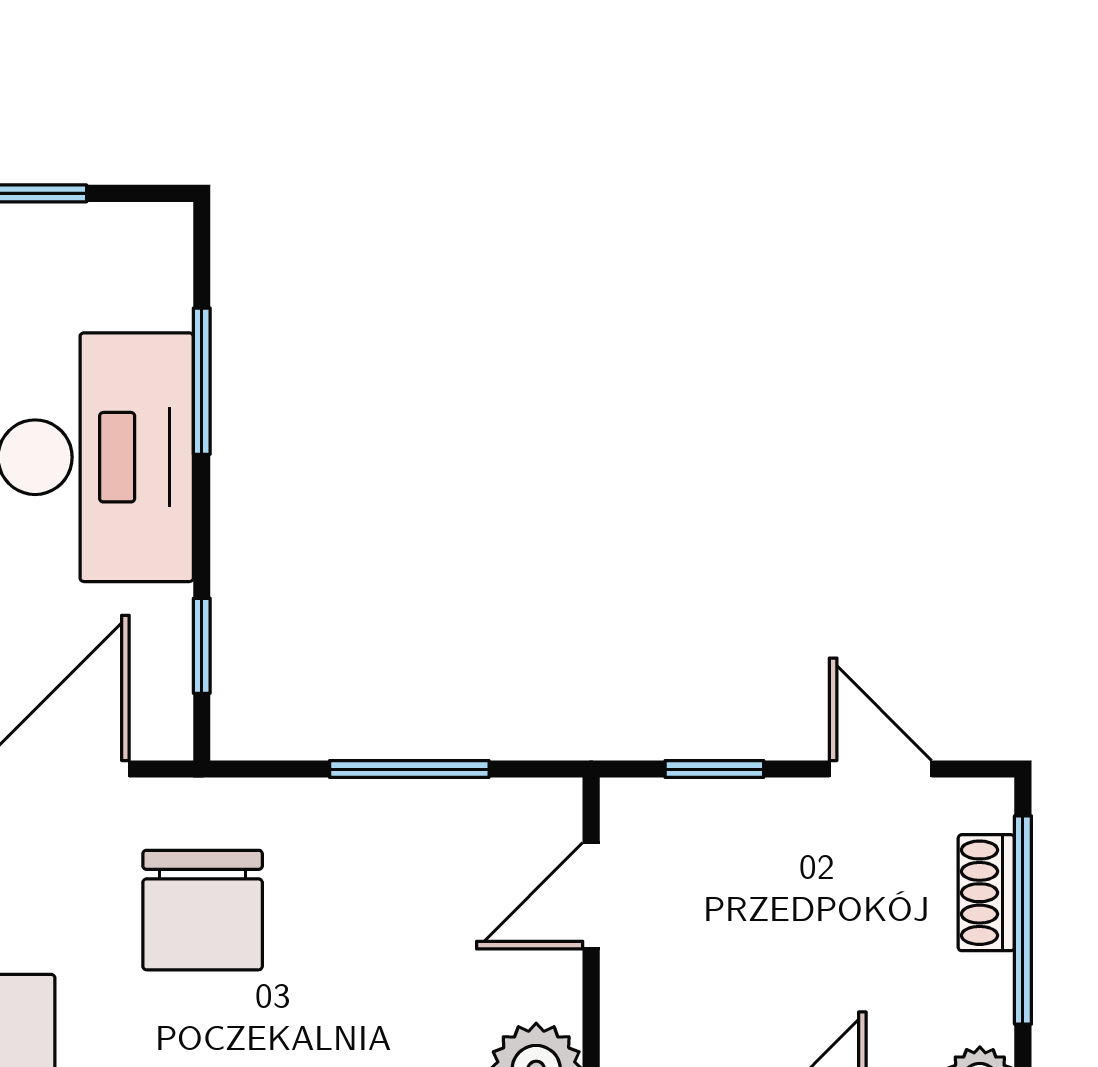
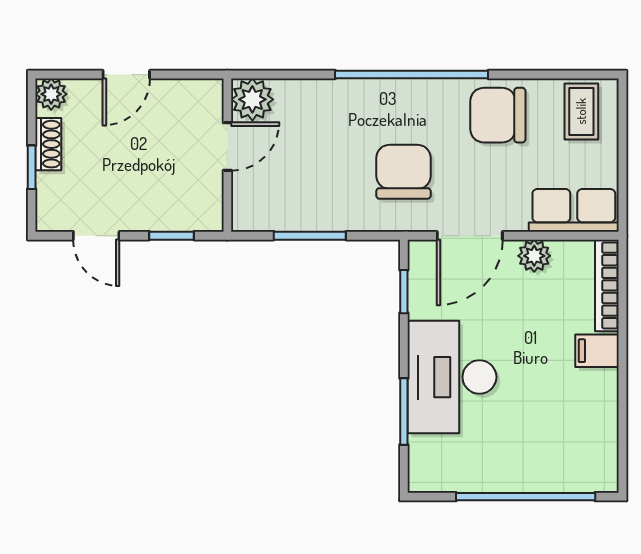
shoe rack: (986, 893) -> (48, 144), moved
door: (591, 896) -> (227, 146), moved
window: (1023, 920) -> (32, 167), width x0.46

